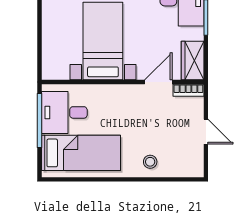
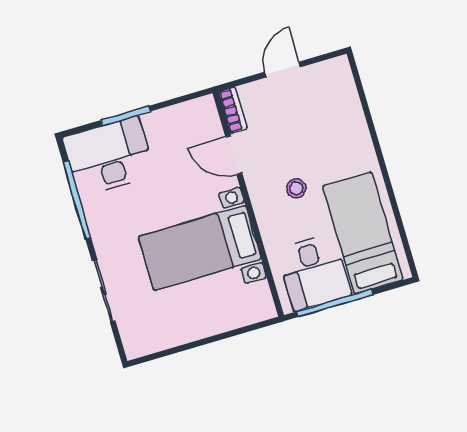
wardrobe: (193, 61) -> (190, 117), removed
stool: (150, 162) -> (296, 188), moved

